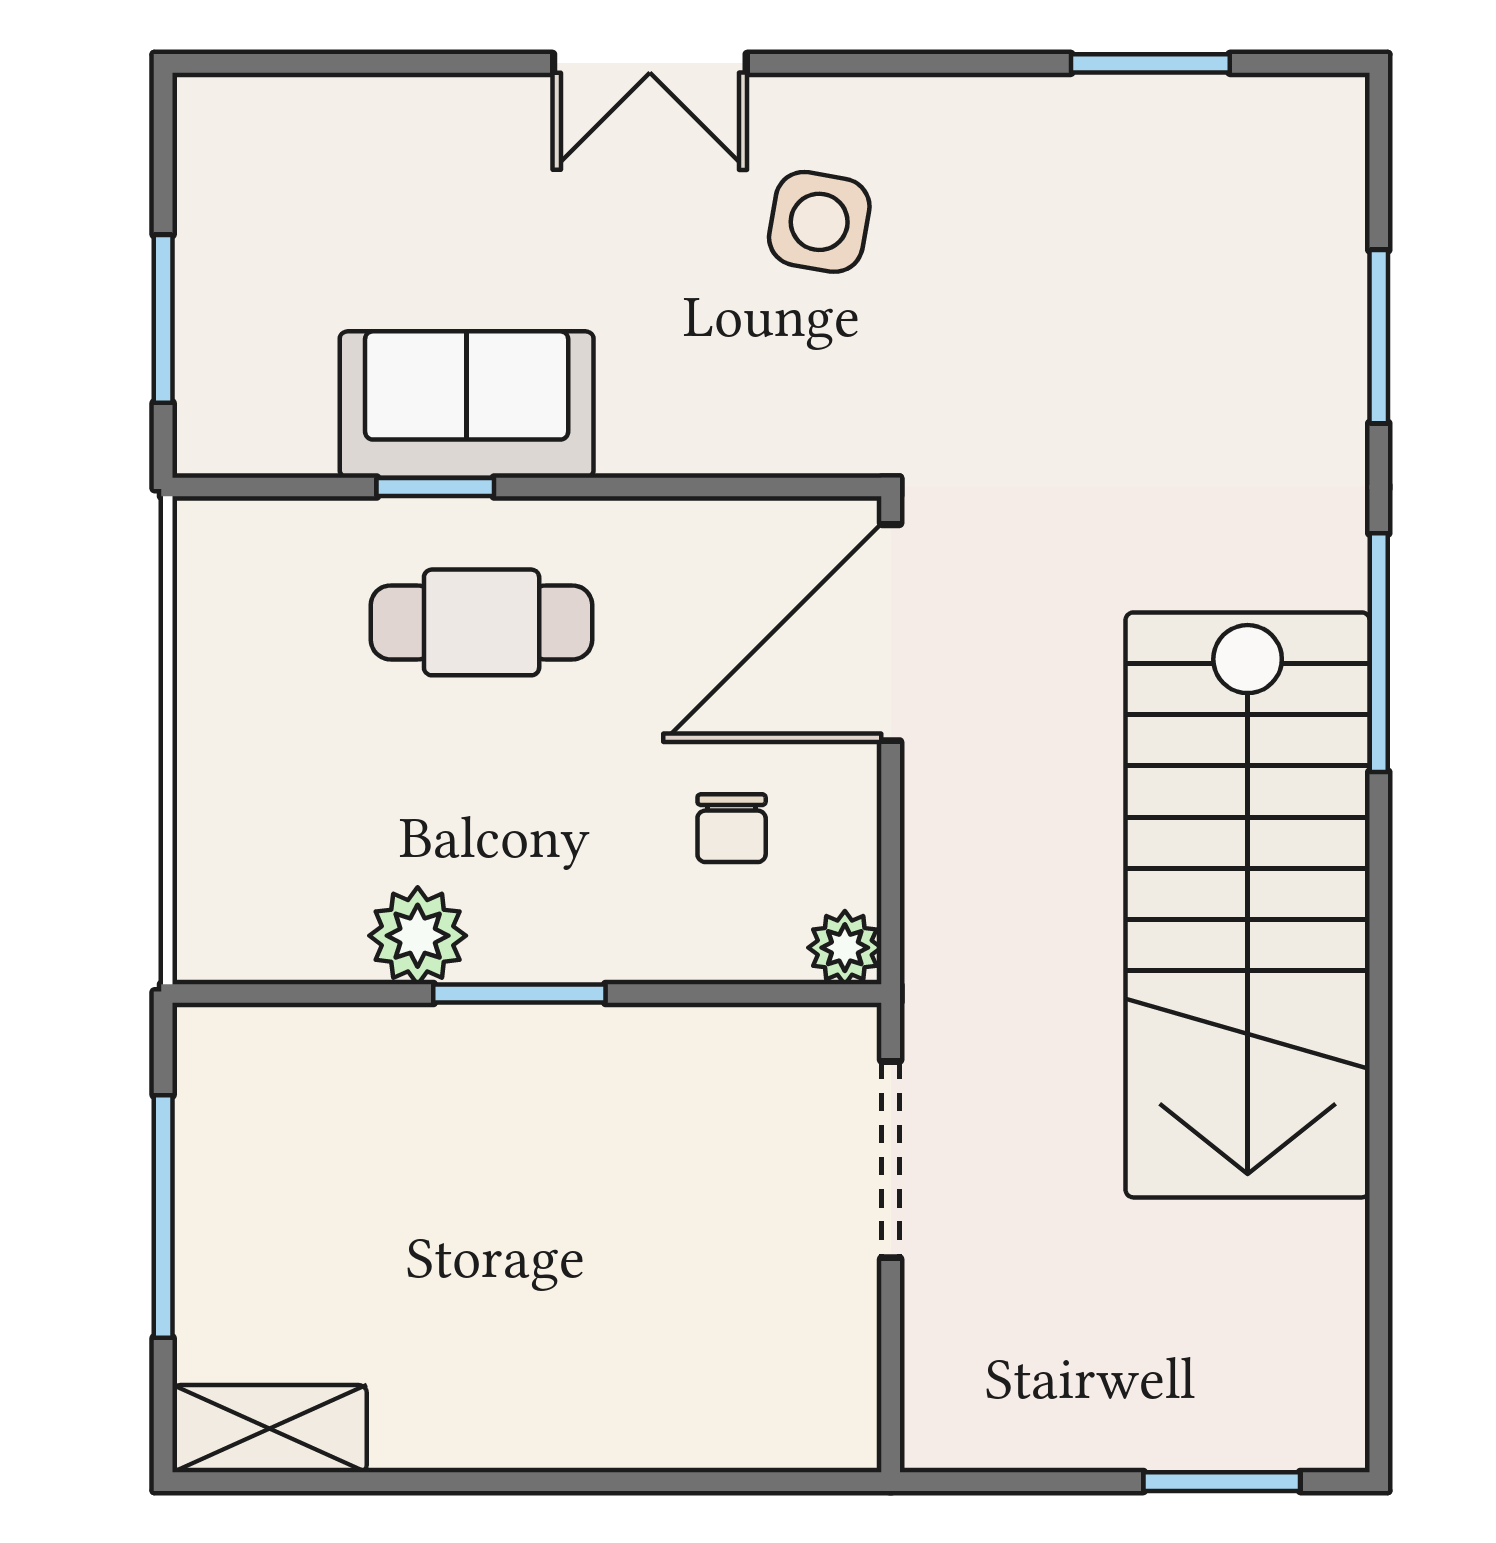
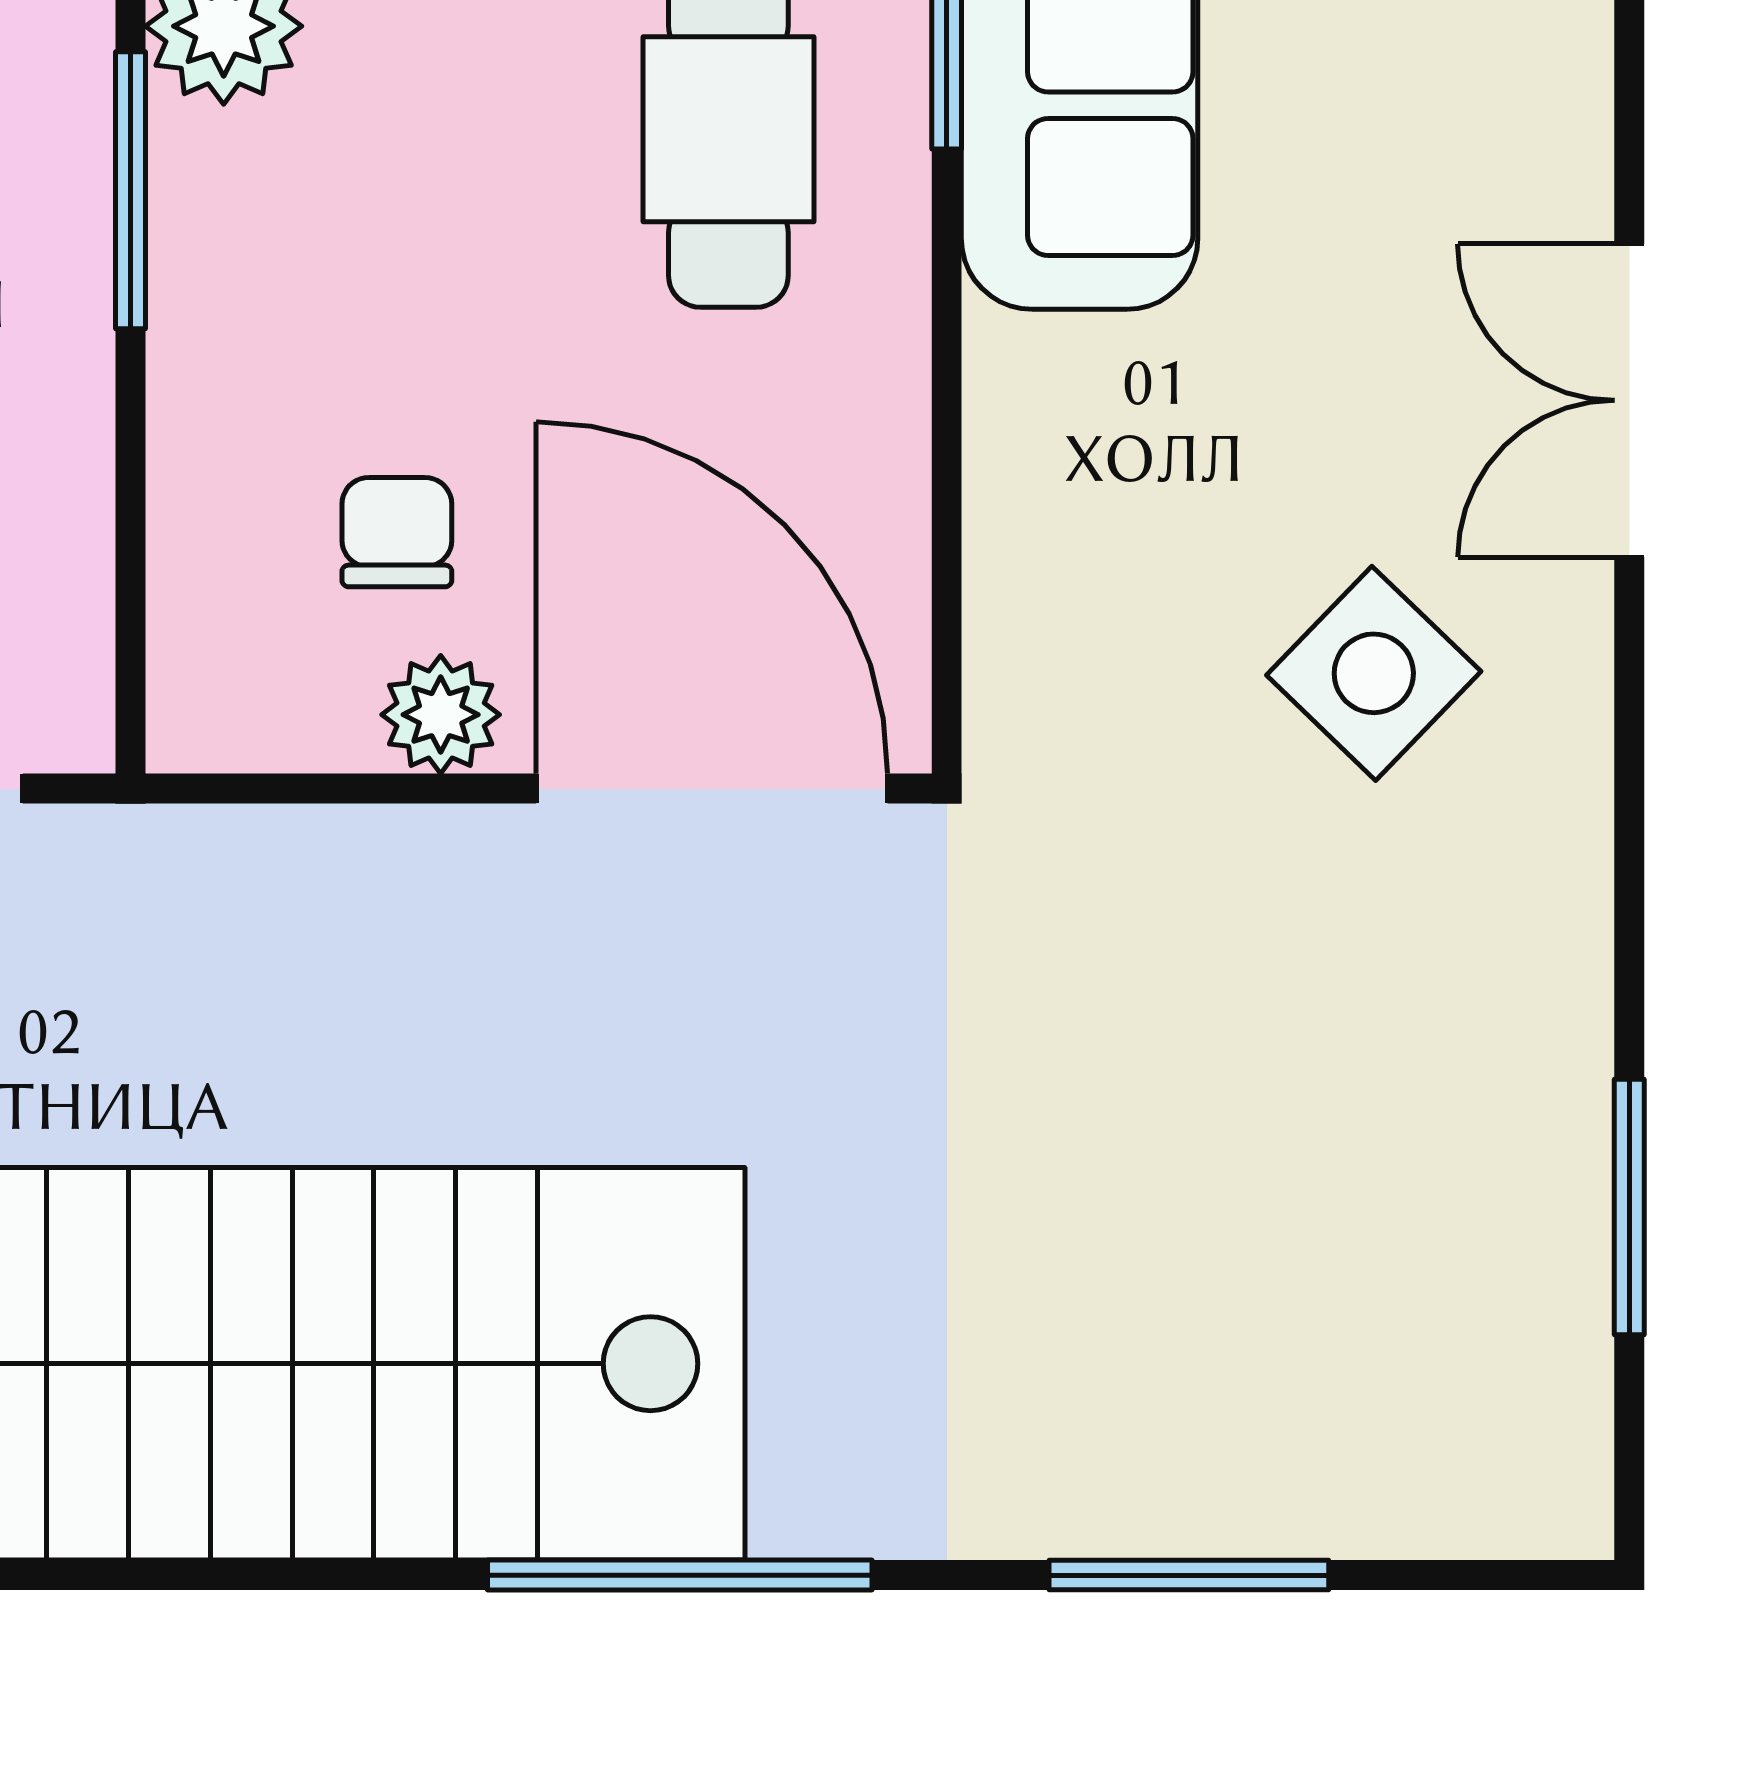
side table: (819, 222) -> (1374, 673), turned 34
chair: (732, 828) -> (397, 532), turned 90
plant: (845, 948) -> (441, 715), moved

